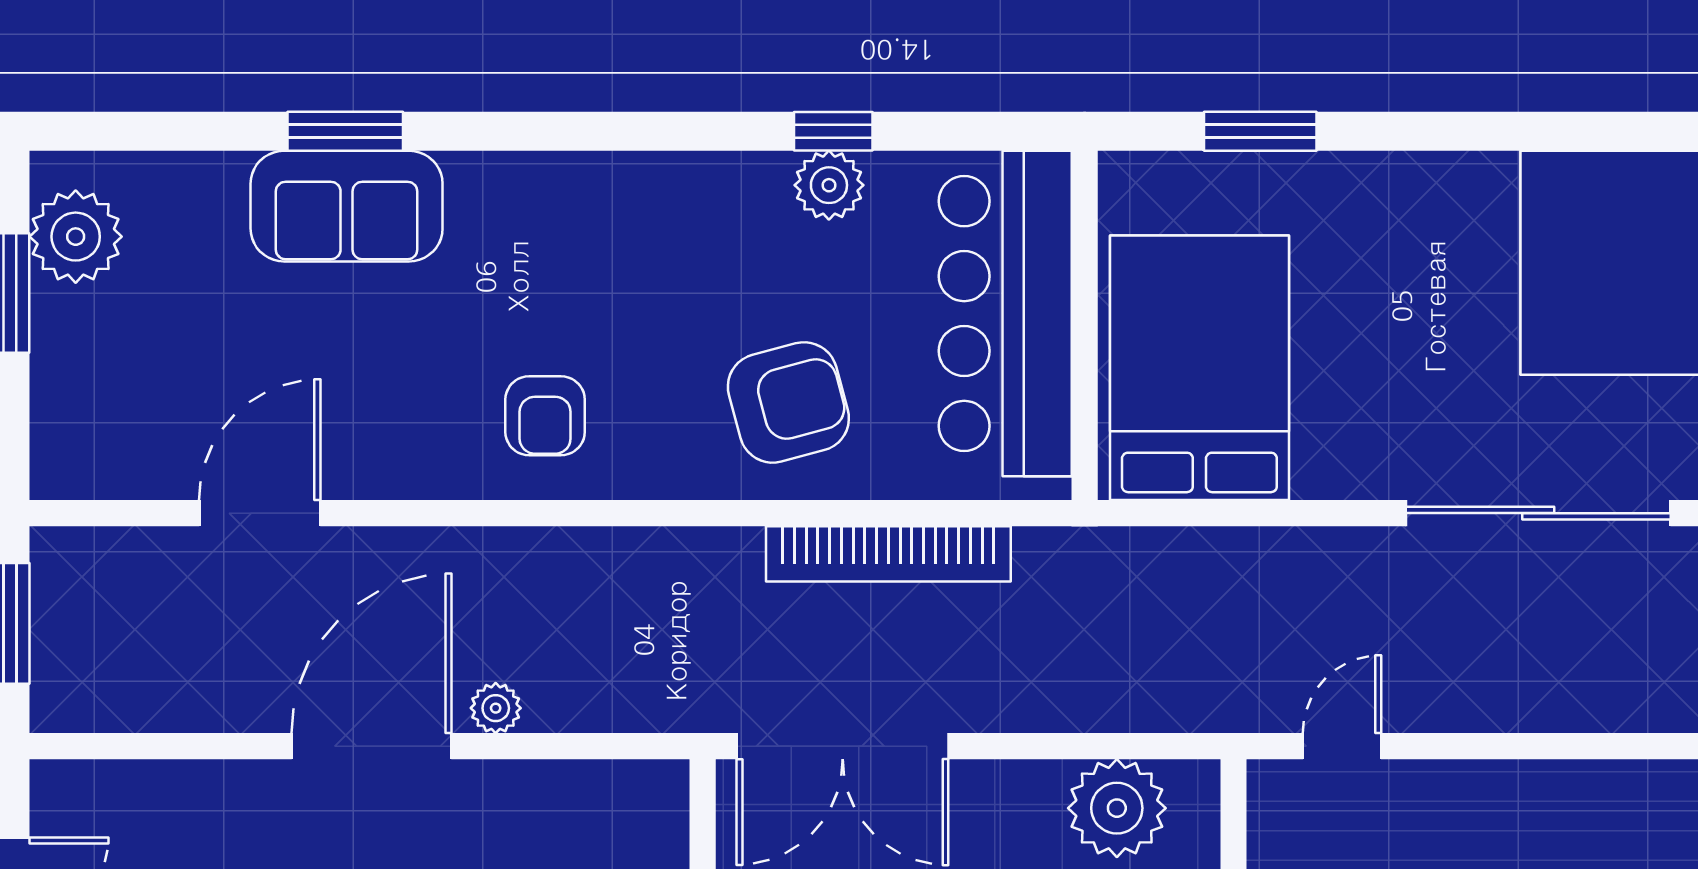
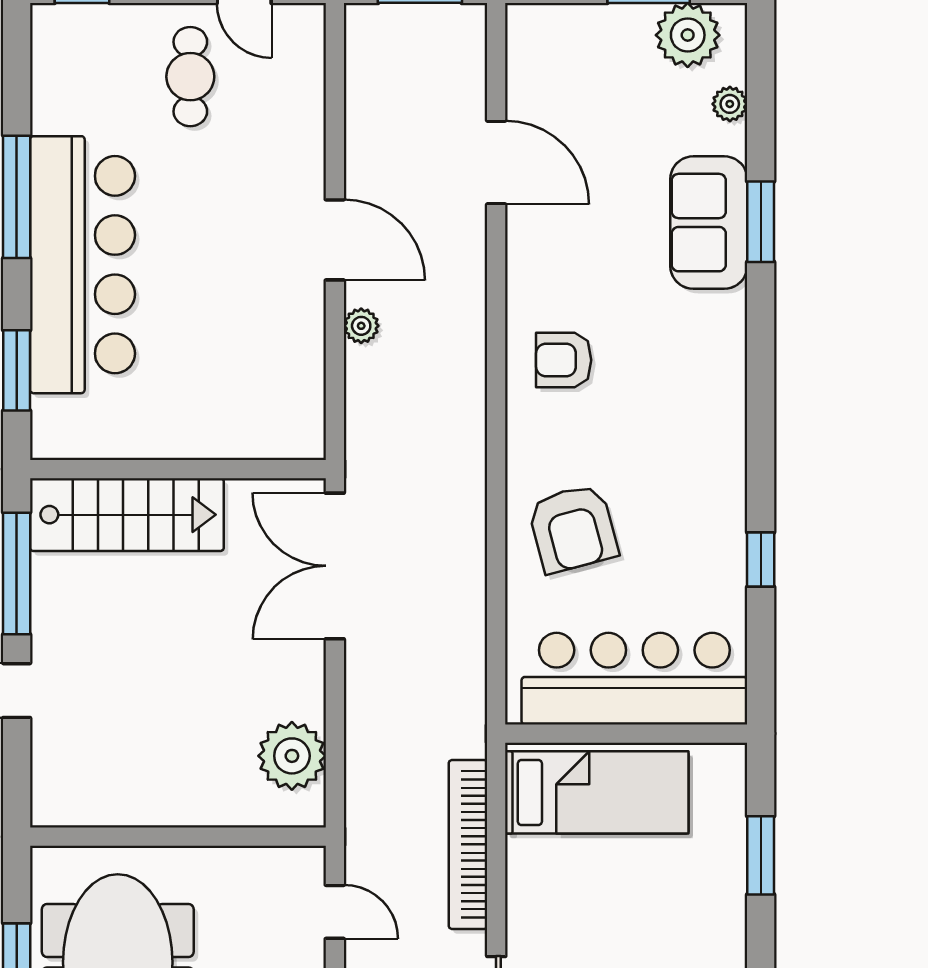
plant: (829, 185) -> (730, 104), moved, width x0.73, depth x0.73
bed: (1199, 368) -> (597, 792), width x0.67
bookcase: (888, 554) -> (468, 844), moved
door: (372, 746) -> (335, 240), width x0.73

